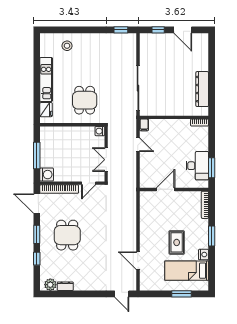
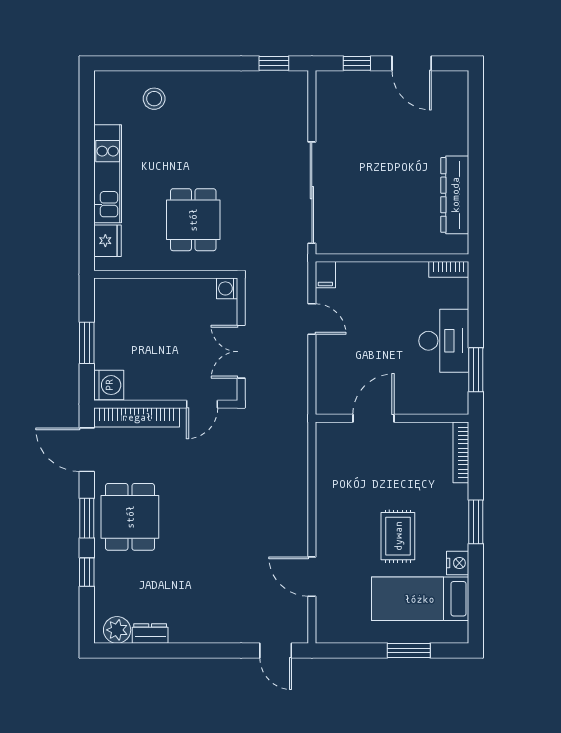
window: (37, 156) -> (87, 343), width x0.69
desk: (197, 166) -> (444, 341), moved
dining table: (67, 235) -> (130, 517), moved

